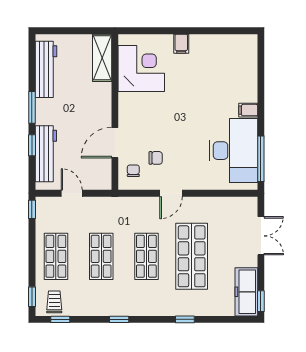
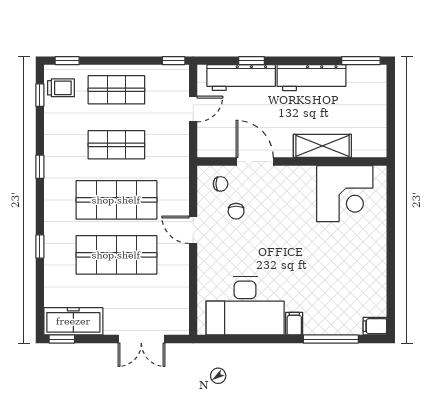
filing cabinet: (181, 44) -> (375, 326), moved
shelving: (102, 58) -> (322, 146), moved
workbench: (46, 69) -> (311, 78), moved
window: (32, 107) -> (361, 61), moved
window: (261, 159) -> (331, 339), moved
shop shelf: (146, 256) -> (116, 200), width x1.43, depth x1.36

